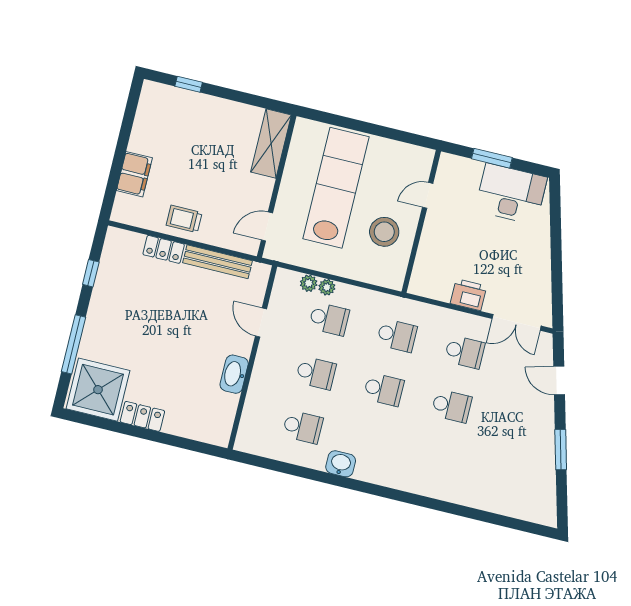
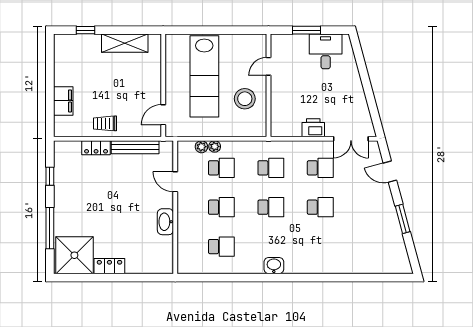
shelving: (271, 143) -> (125, 43), moved, turned 90
lab bench: (336, 188) -> (204, 76), turned 180
desk: (511, 194) -> (326, 51), width x0.73
washbasin: (341, 464) -> (274, 266), moved

